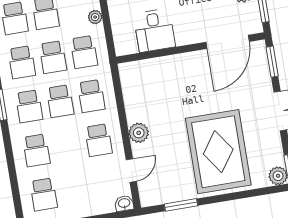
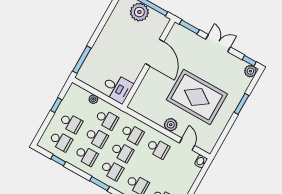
desk: (154, 30) -> (117, 88), moved
door: (228, 42) -> (155, 53), moved
rug: (218, 152) -> (197, 97), moved
window: (181, 205) -> (242, 104), moved

